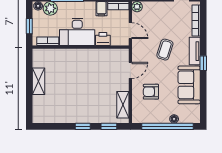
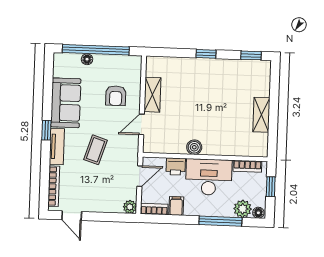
door: (130, 31) -> (140, 176), swing flipped
boiler: (89, 54) -> (194, 147), added
armchair: (151, 92) -> (116, 96), turned 90
shelving: (123, 105) -> (152, 95), moved
window: (109, 126) -> (251, 55), moved

